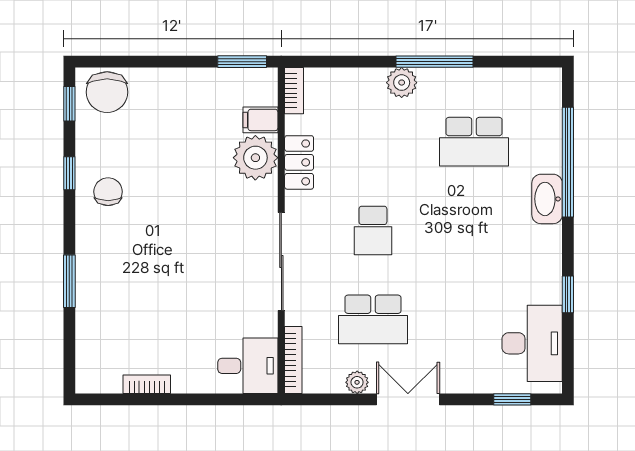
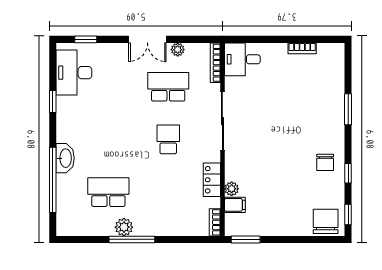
plant: (402, 83) -> (124, 227), moved
plant: (255, 158) -> (232, 189), width x0.53, depth x0.53

